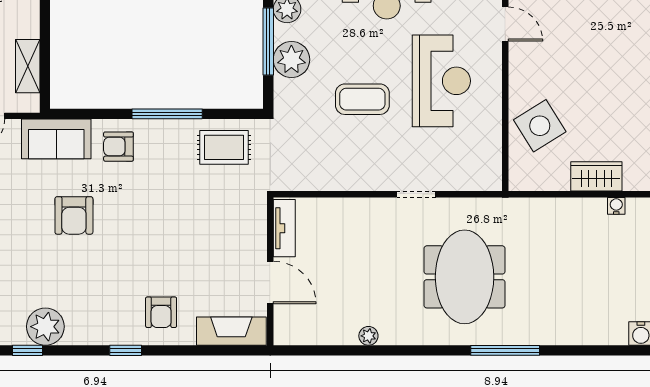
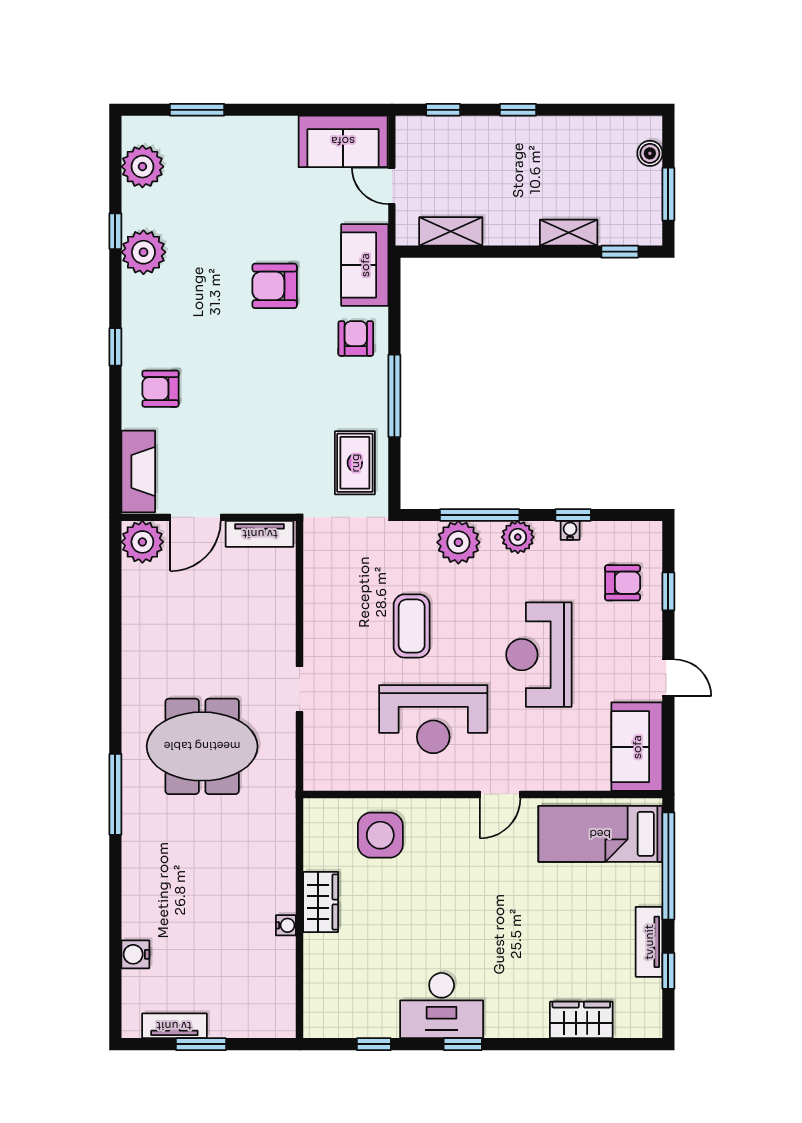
side table: (540, 126) -> (380, 835), turned 32
plant: (368, 336) -> (142, 542), moved, width x1.87, depth x1.87

